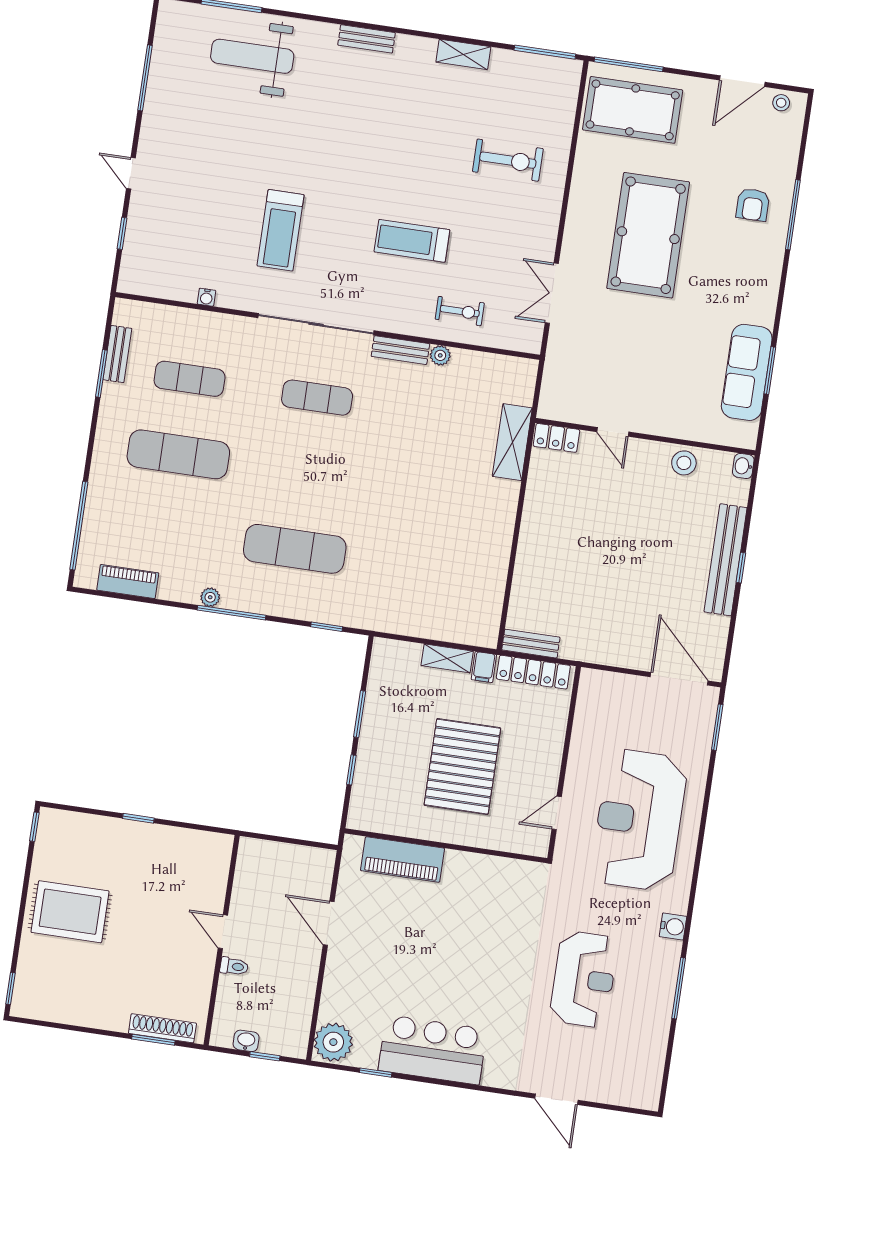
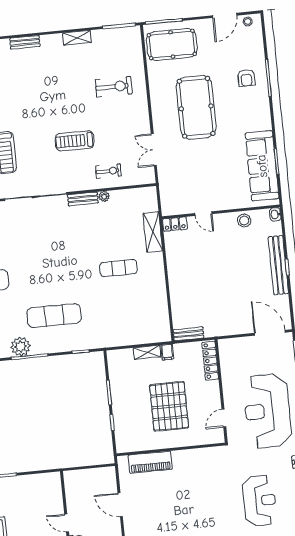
sofa: (747, 372) -> (262, 166), width x1.36, depth x1.27
exercise mat: (317, 398) -> (118, 268), moved
plant: (210, 597) -> (21, 347), width x1.88, depth x1.88
locker: (533, 672) -> (210, 361), moved, turned 90

